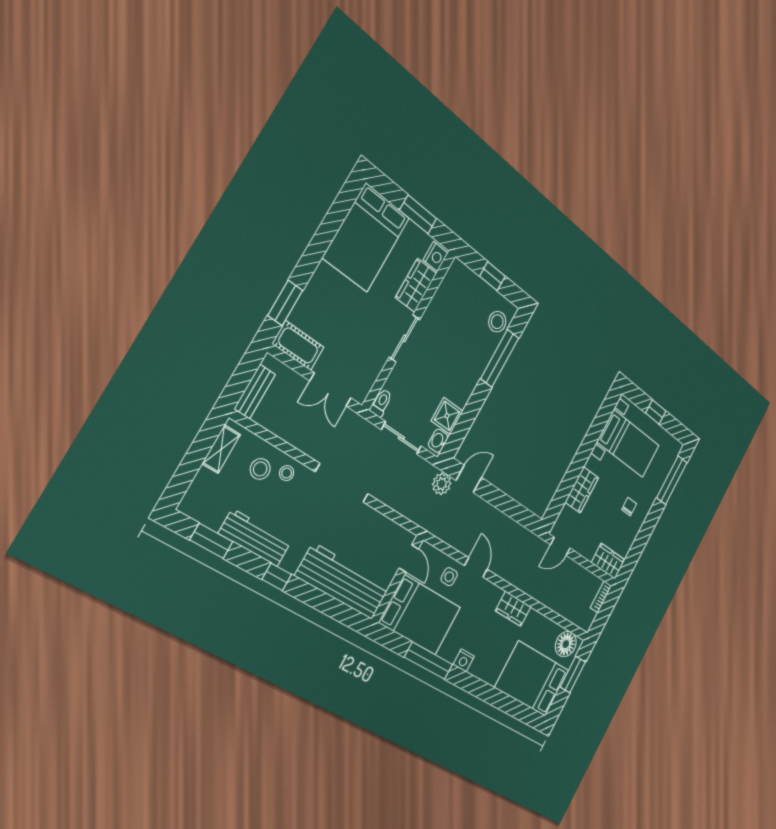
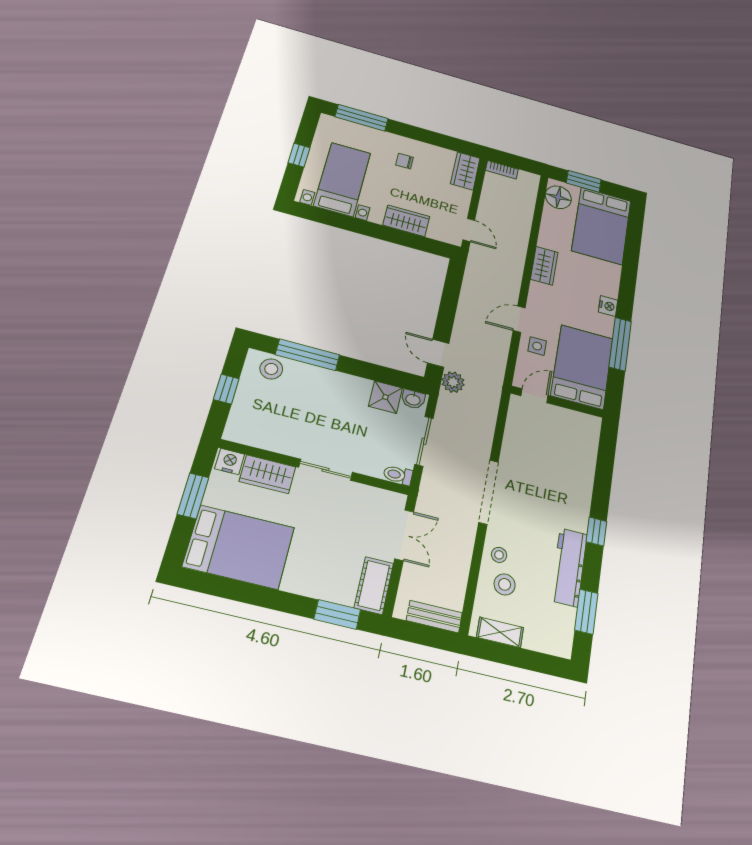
workbench: (343, 581) -> (578, 460), removed

